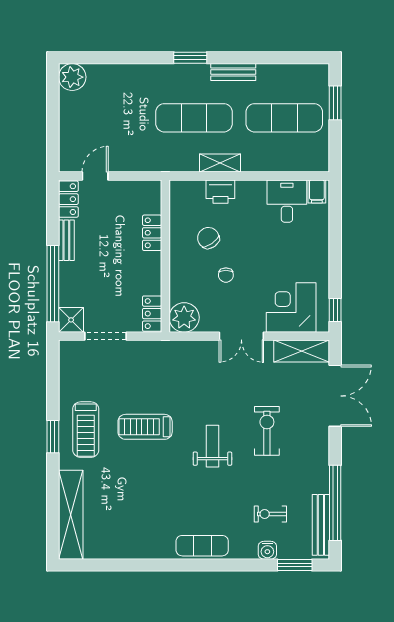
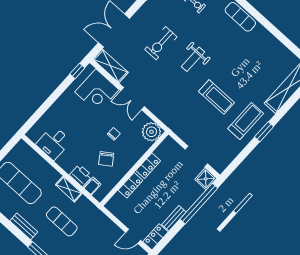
exercise mat: (194, 118) -> (62, 221), width x0.73, depth x0.69
filing cabinet: (317, 191) -> (92, 186), moved
locker: (152, 314) -> (148, 166), moved
double door: (241, 336) -> (133, 99), swing flipped

